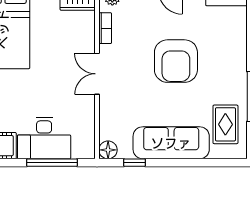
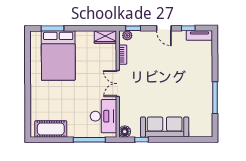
armchair: (176, 61) -> (168, 75), removed
rug: (225, 124) -> (199, 115), removed
desk: (44, 138) -> (103, 116), moved, turned -90

